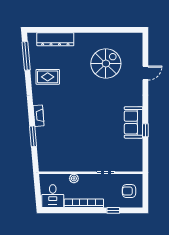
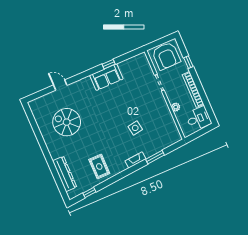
window: (26, 56) -> (89, 192), width x0.46
side table: (71, 129) -> (135, 128), added
armchair: (129, 191) -> (166, 56), width x1.88, depth x1.88

